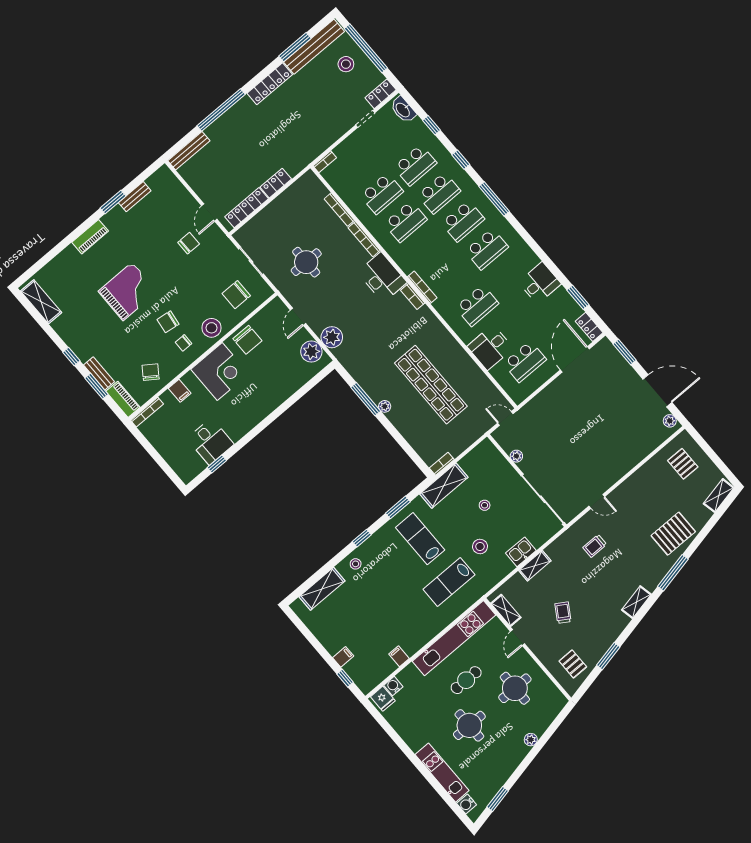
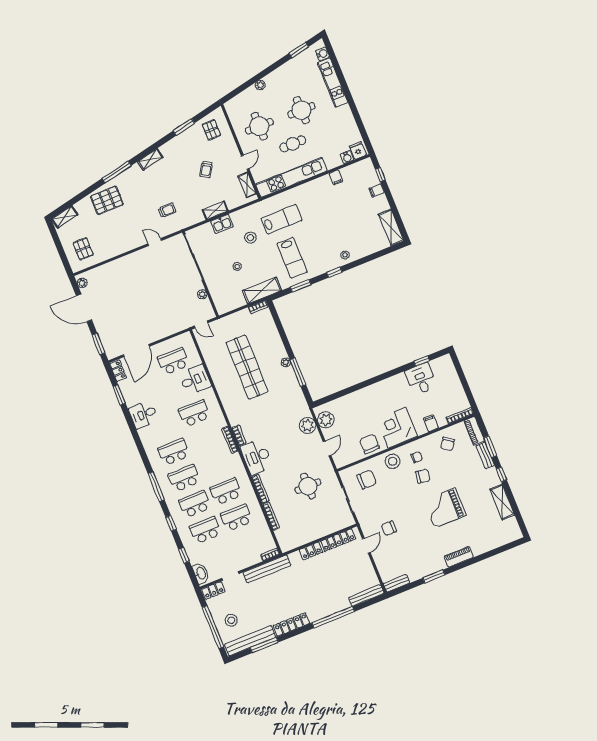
bench: (323, 142) -> (267, 569), added
bench: (135, 197) -> (396, 583), moved
shelving: (41, 302) -> (502, 502), moved
shelving: (322, 589) -> (391, 228), moved, turned 90

